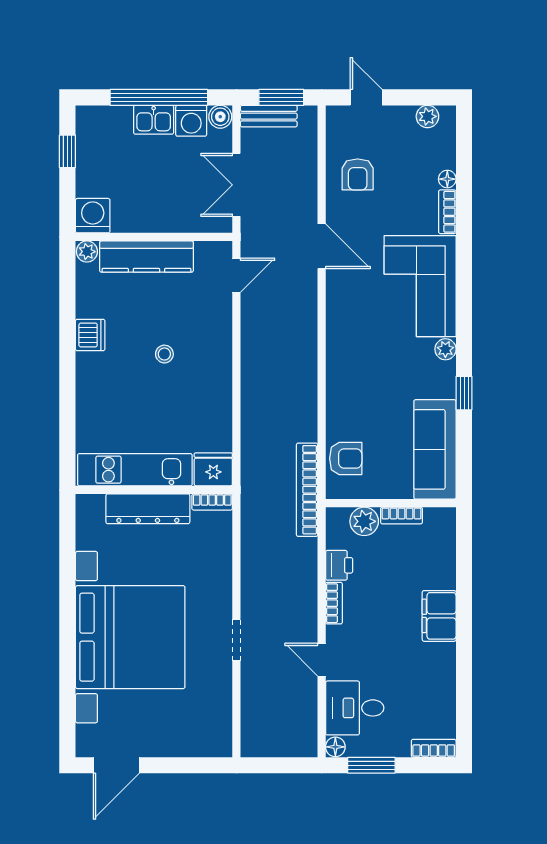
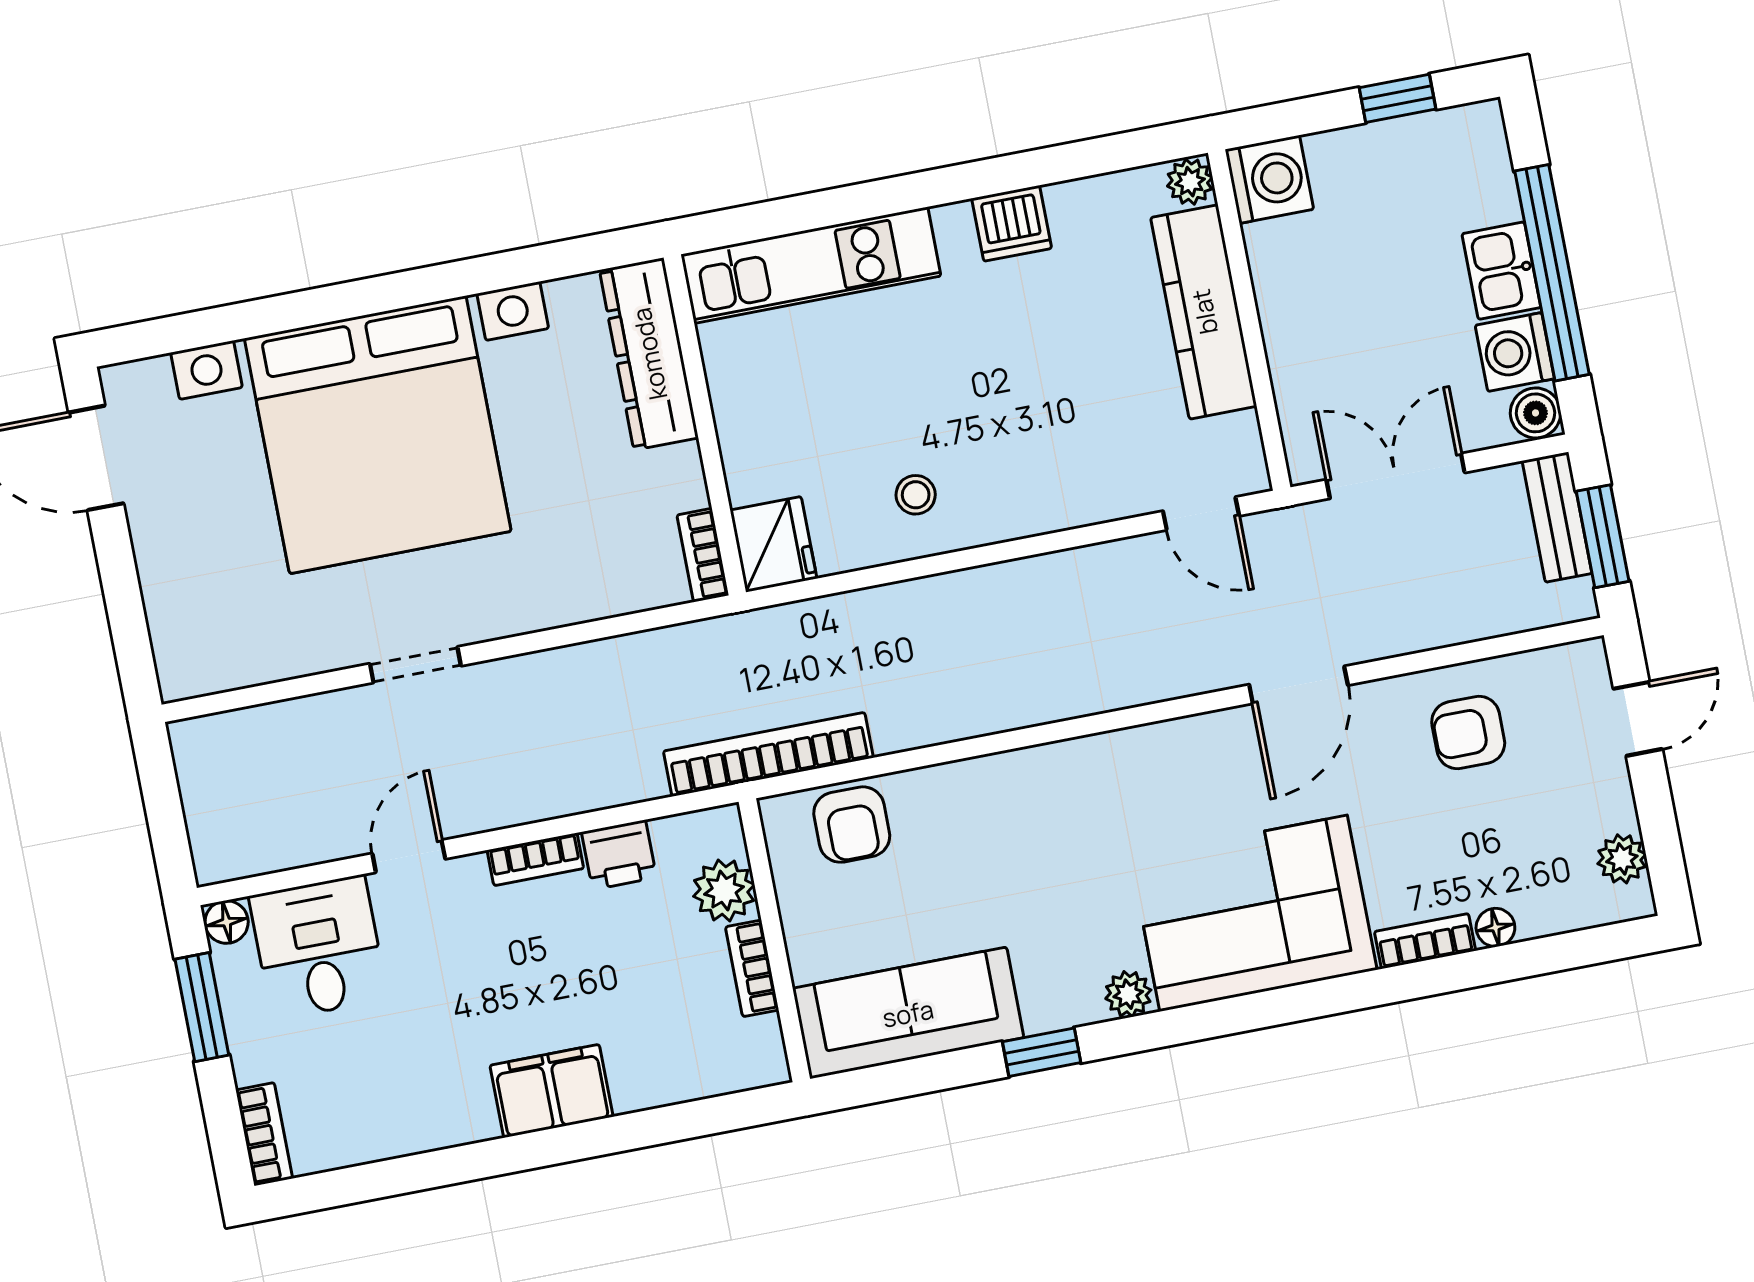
stool: (164, 354) -> (916, 495), moved
kitchen unit: (135, 470) -> (811, 265), moved, turned 90
dresser: (148, 509) -> (649, 354), moved

